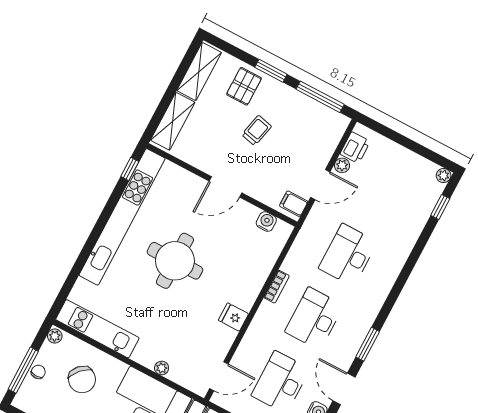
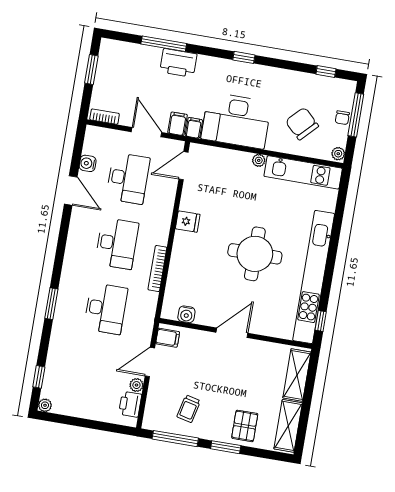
trolley: (257, 130) -> (189, 409), moved
bookcase: (277, 287) -> (157, 269), width x1.56
window: (368, 344) -> (51, 304), moved
plant: (162, 368) -> (259, 160), moved

